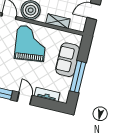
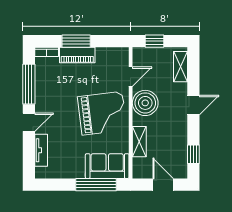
sofa: (68, 60) -> (107, 166), moved
window: (78, 77) -> (96, 185), moved

